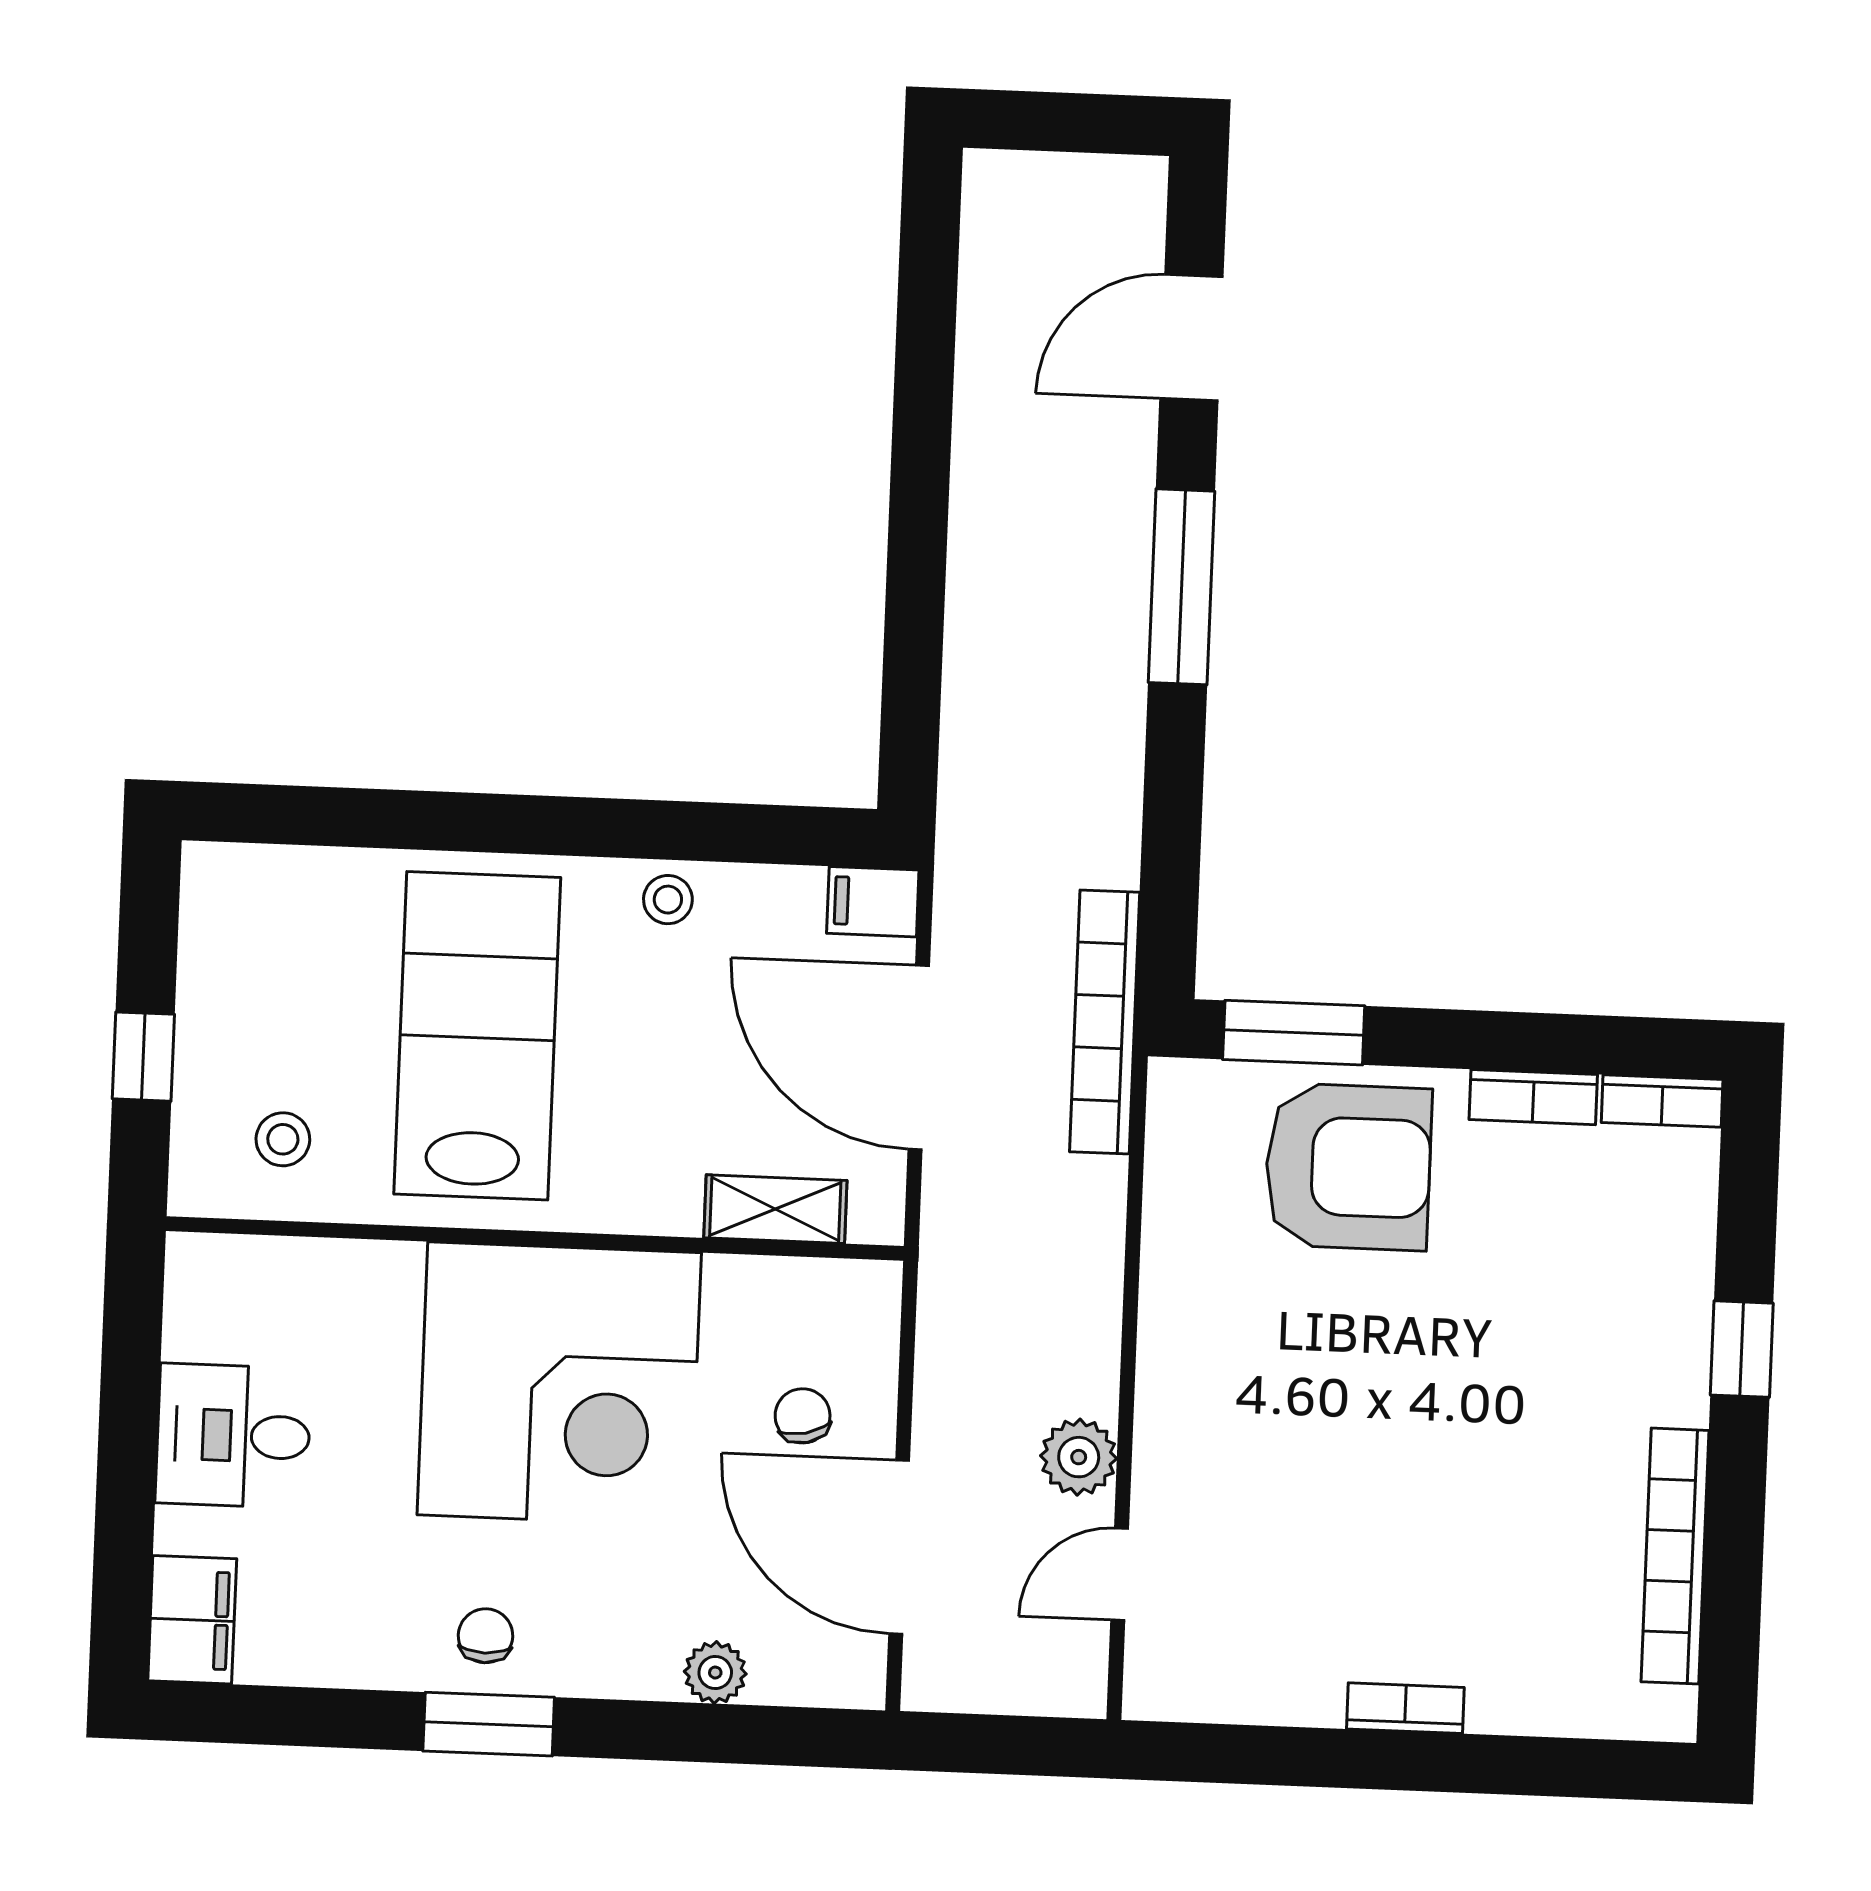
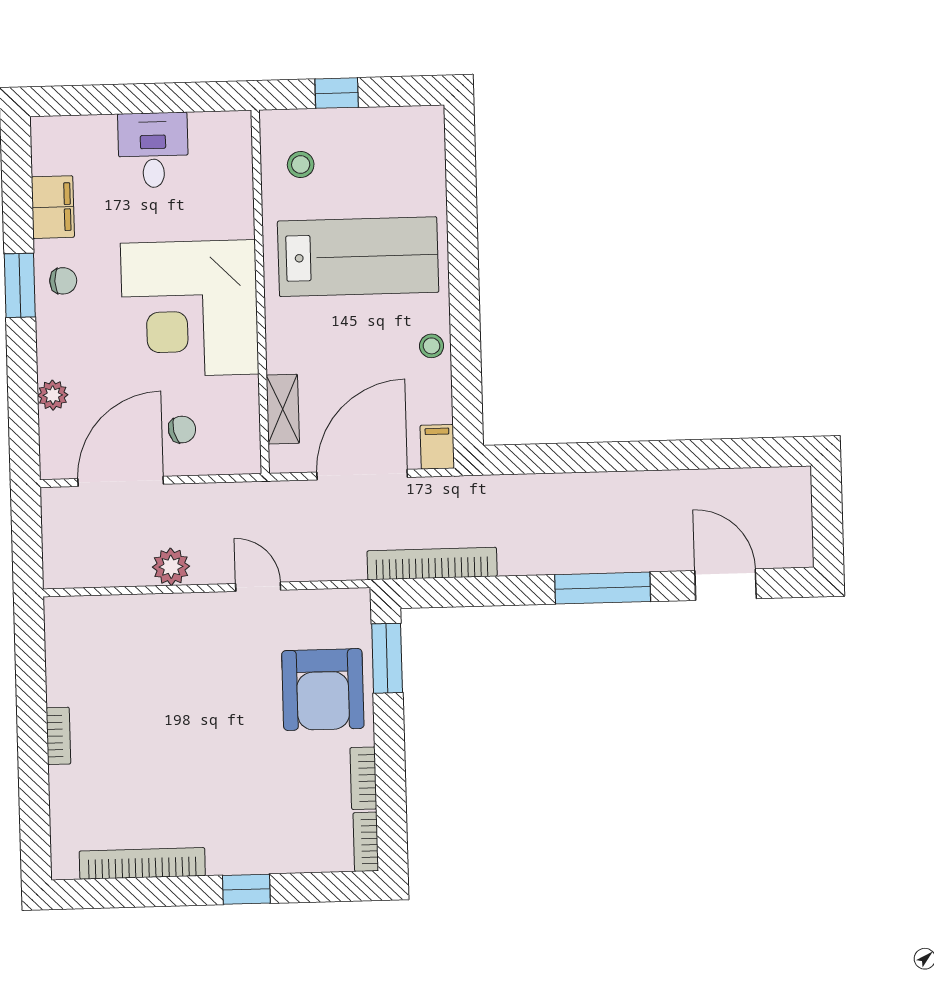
bookcase: (1105, 1022) -> (432, 564), moved
door: (1120, 1574) -> (258, 587), moved
filing cabinet: (192, 1620) -> (53, 207), moved, turned -90

